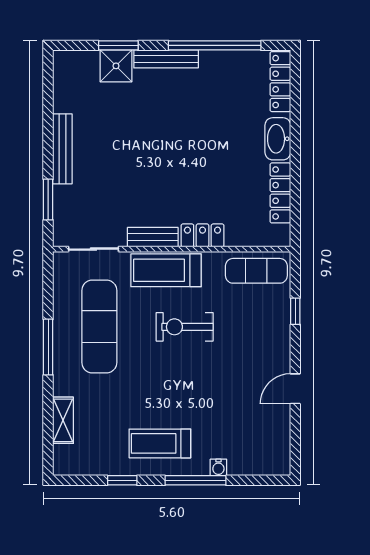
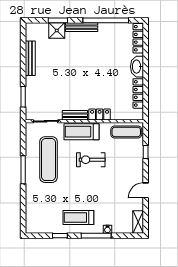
bench: (62, 149) -> (30, 58), moved
shelving: (63, 420) -> (138, 222), moved

